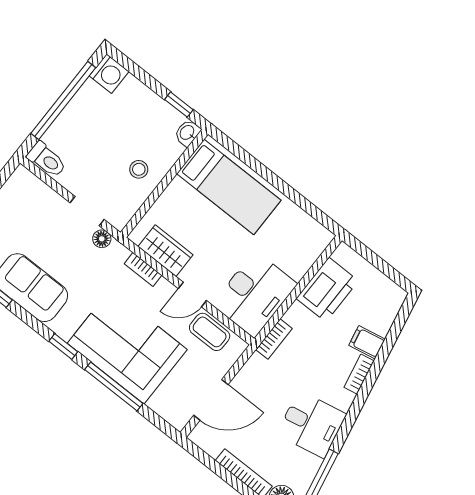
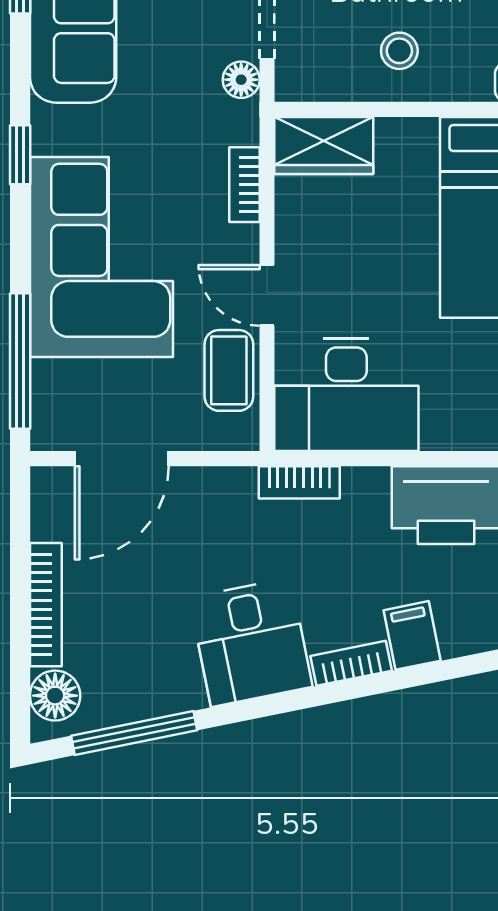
wardrobe: (166, 251) -> (324, 145), moved, turned 90
window: (114, 386) -> (20, 361), moved
door: (211, 400) -> (122, 459), hinge flipped
desk: (311, 424) -> (251, 642), moved

